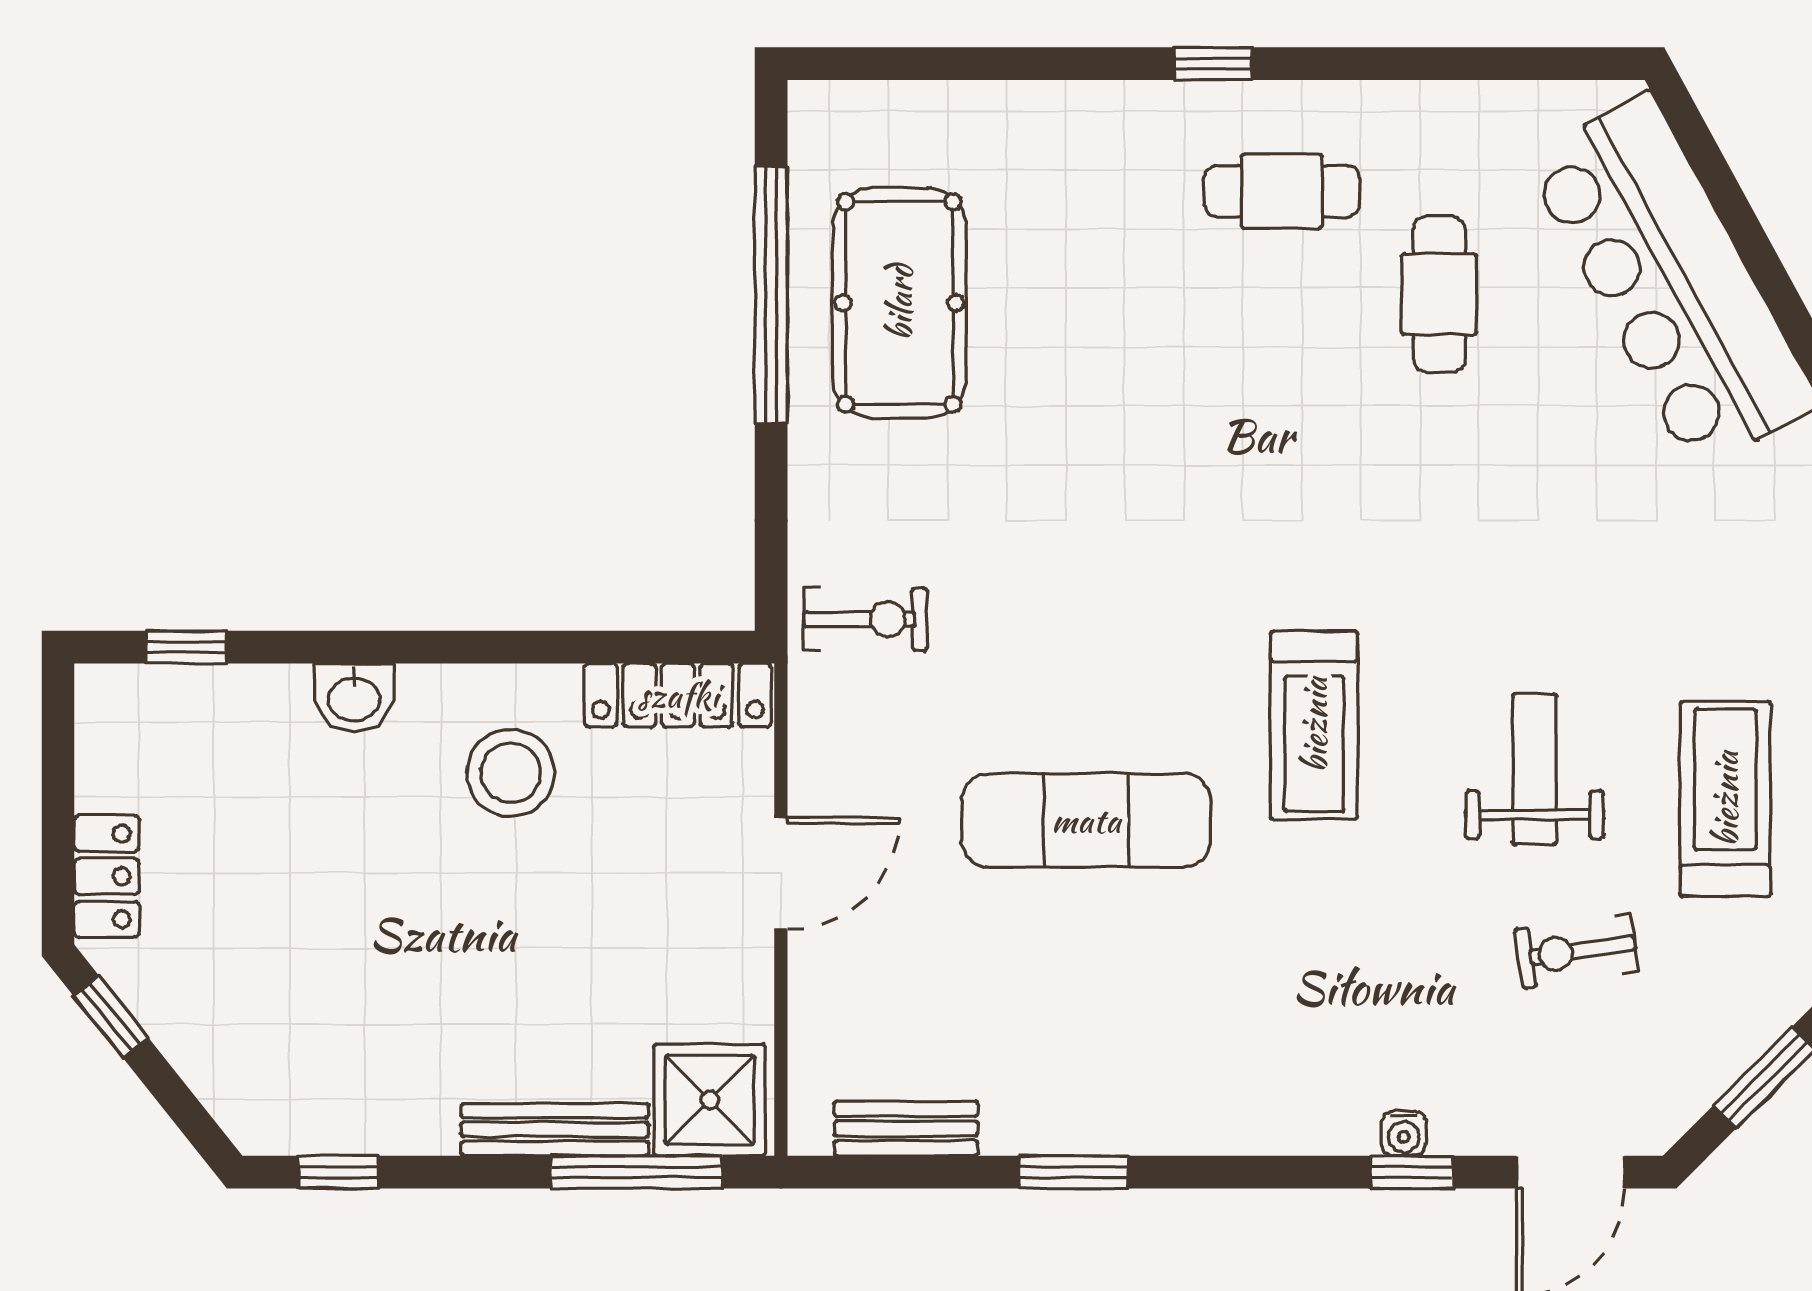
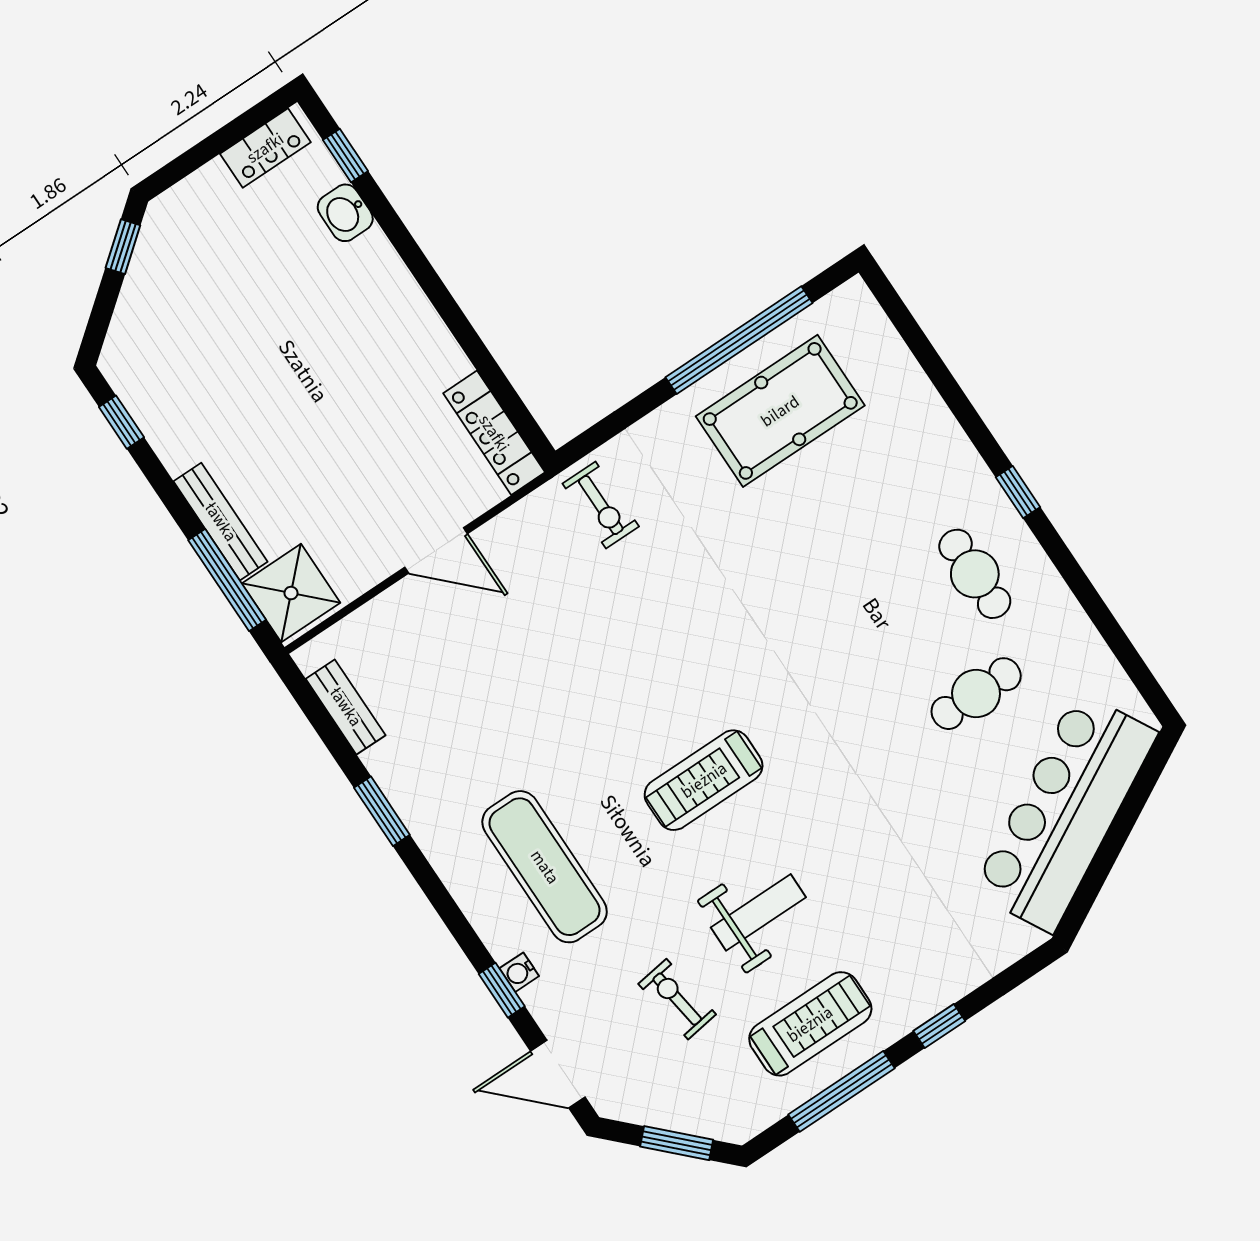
washbasin: (354, 697) -> (345, 213), moved
stool: (511, 773) -> (394, 372), removed
exercise mat: (1086, 820) -> (545, 867), moved
locker: (107, 876) -> (265, 148), moved

